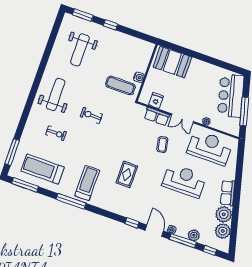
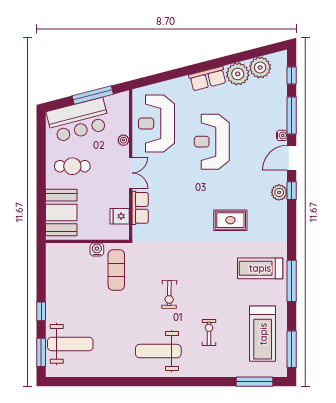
weight bench: (80, 50) -> (70, 344), moved
cafe table: (201, 81) -> (72, 166), added
coffee table: (162, 145) -> (174, 187), removed
plant: (194, 235) -> (279, 192), moved

